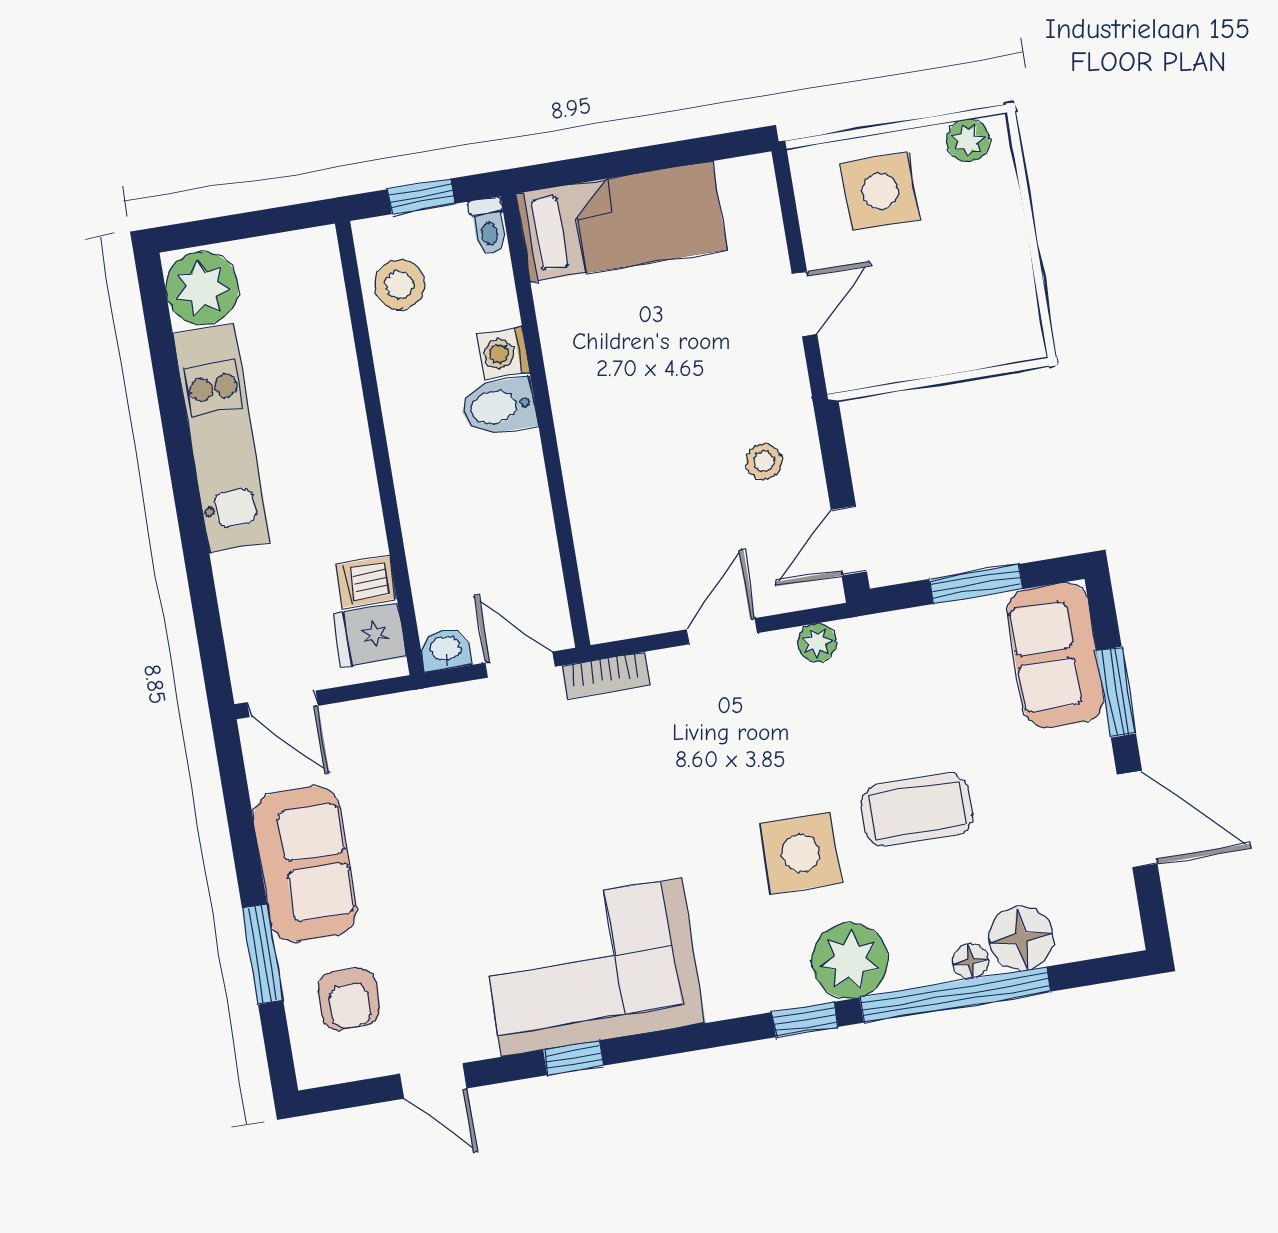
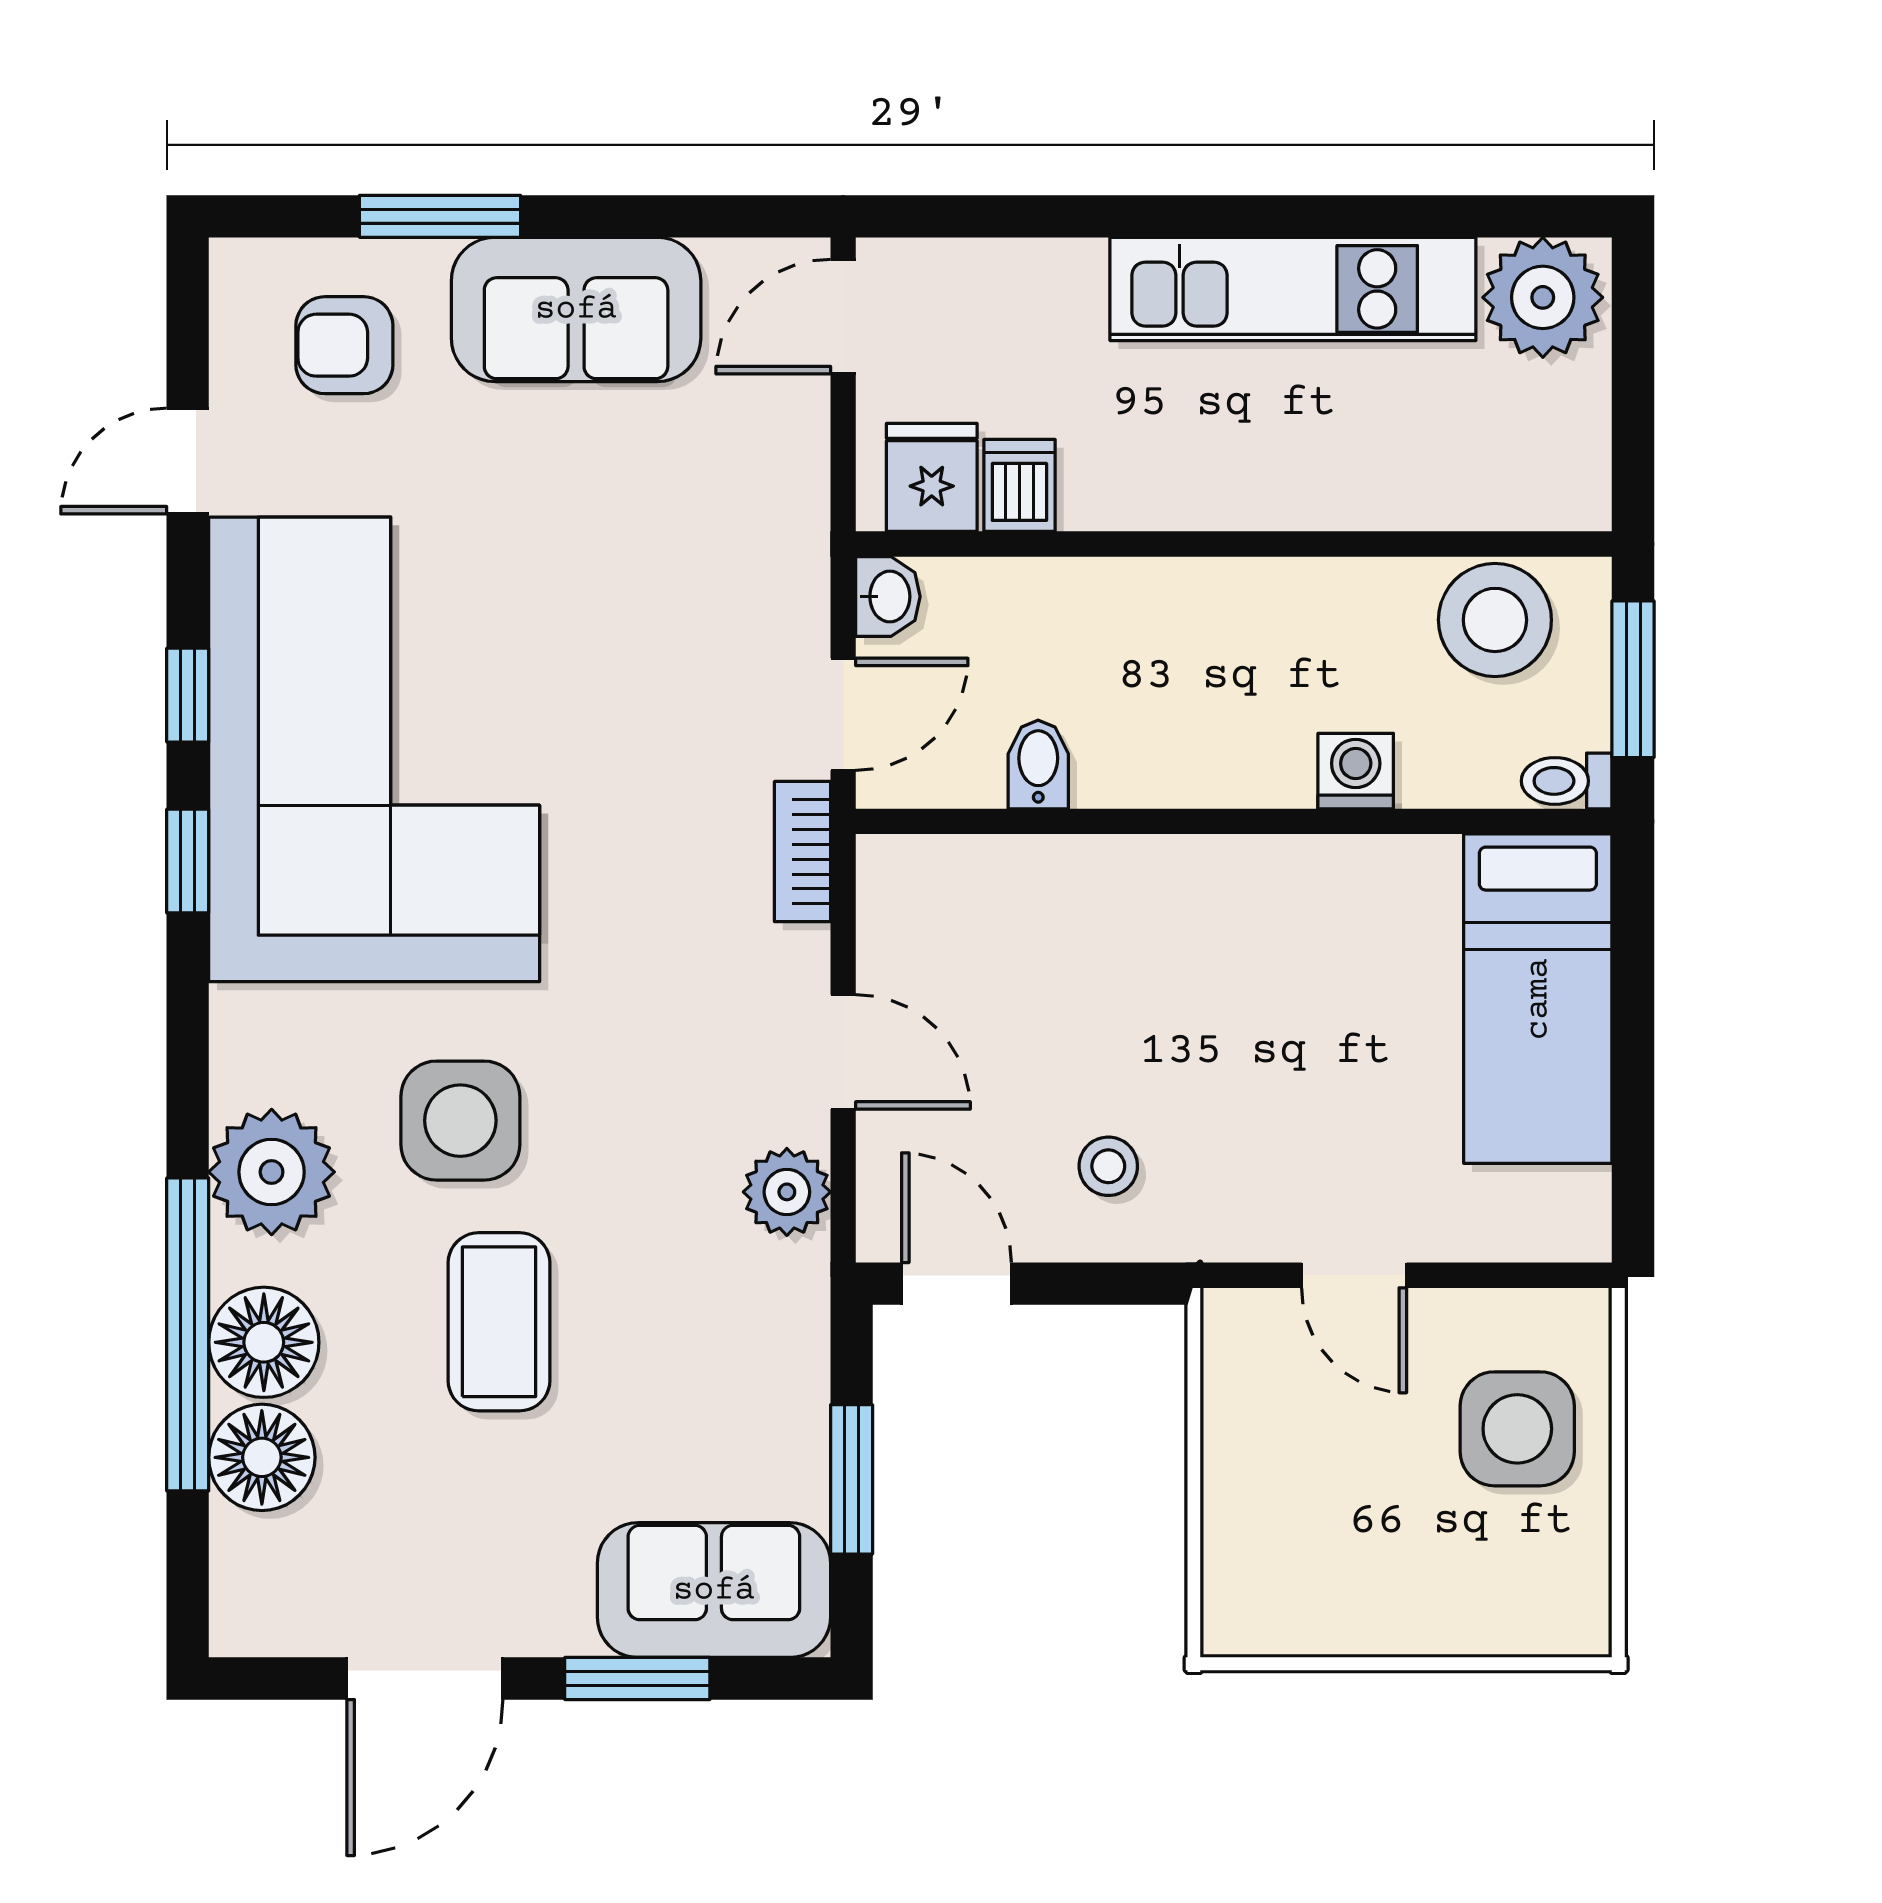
plant: (968, 140) -> (1577, 1586), removed
window: (421, 196) -> (1633, 679), width x1.50
stool: (399, 285) -> (1495, 620), width x1.38, depth x1.38
bidet: (498, 407) -> (1038, 764), moved, width x0.72, depth x0.74
plant: (817, 643) -> (787, 1192), width x1.38, depth x1.38
floor lamp: (970, 961) -> (264, 1342), width x1.89, depth x1.89
corner sofa: (592, 967) -> (374, 749), width x1.36, depth x1.36
window: (805, 1019) -> (188, 861), moved

